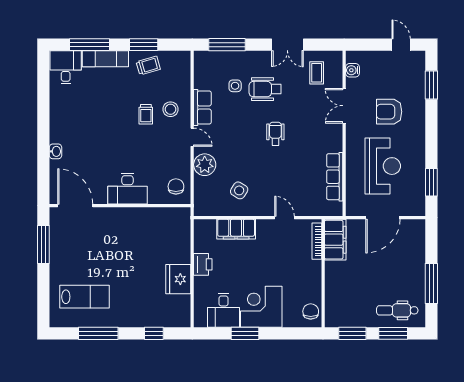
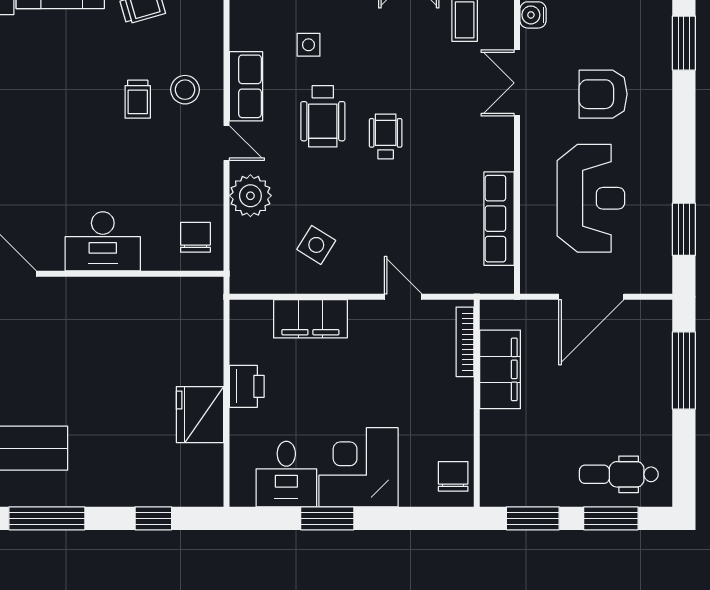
wheelchair: (265, 89) -> (323, 116), moved, turned -90
filing cabinet: (335, 240) -> (500, 369), moved
window: (431, 283) -> (684, 371), moved

